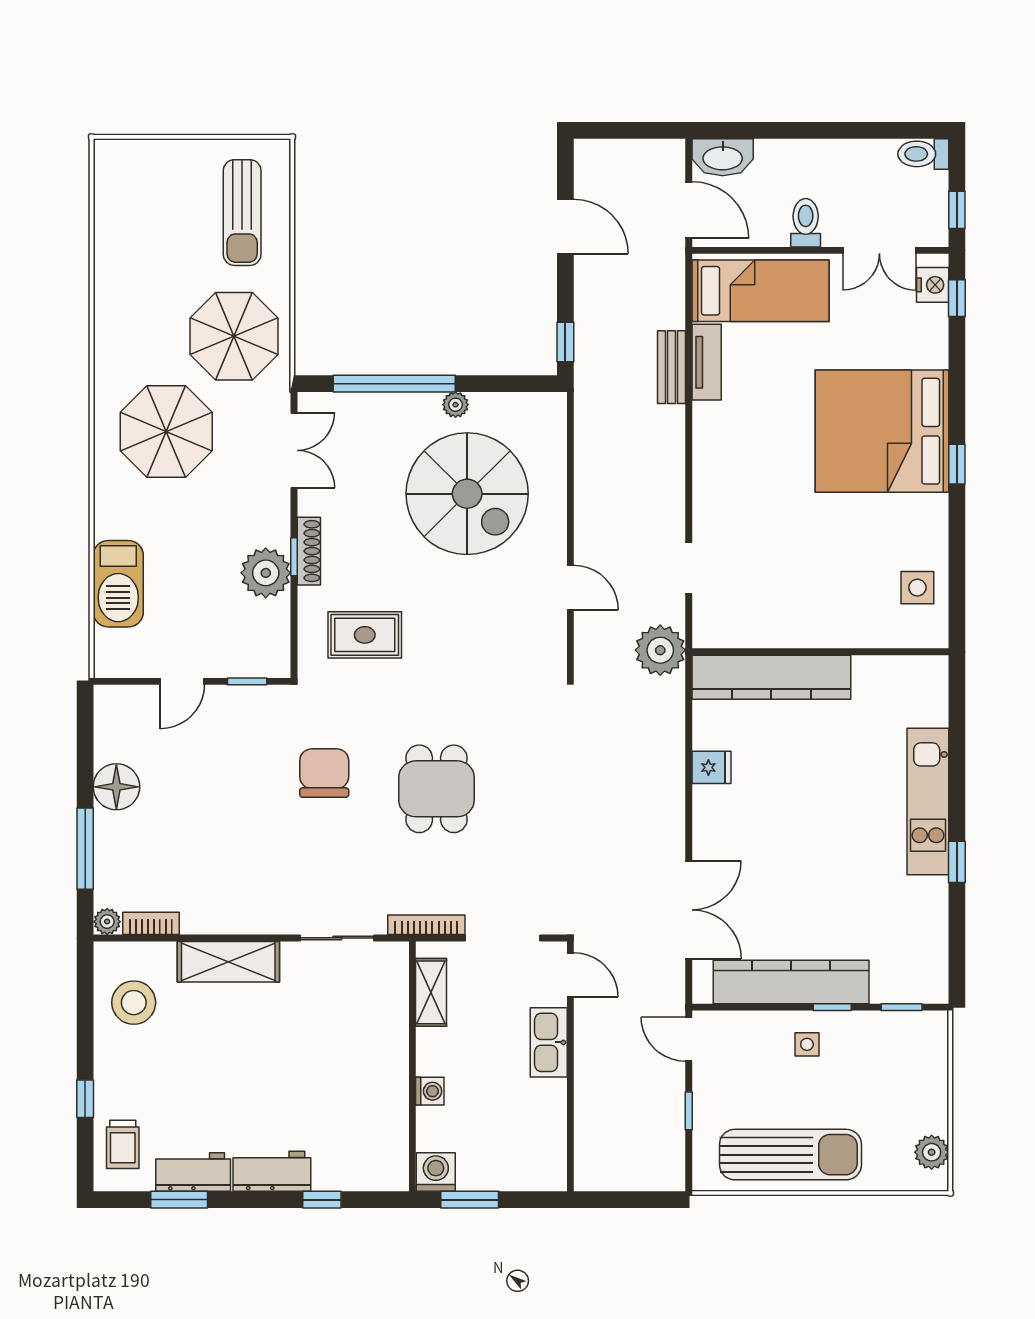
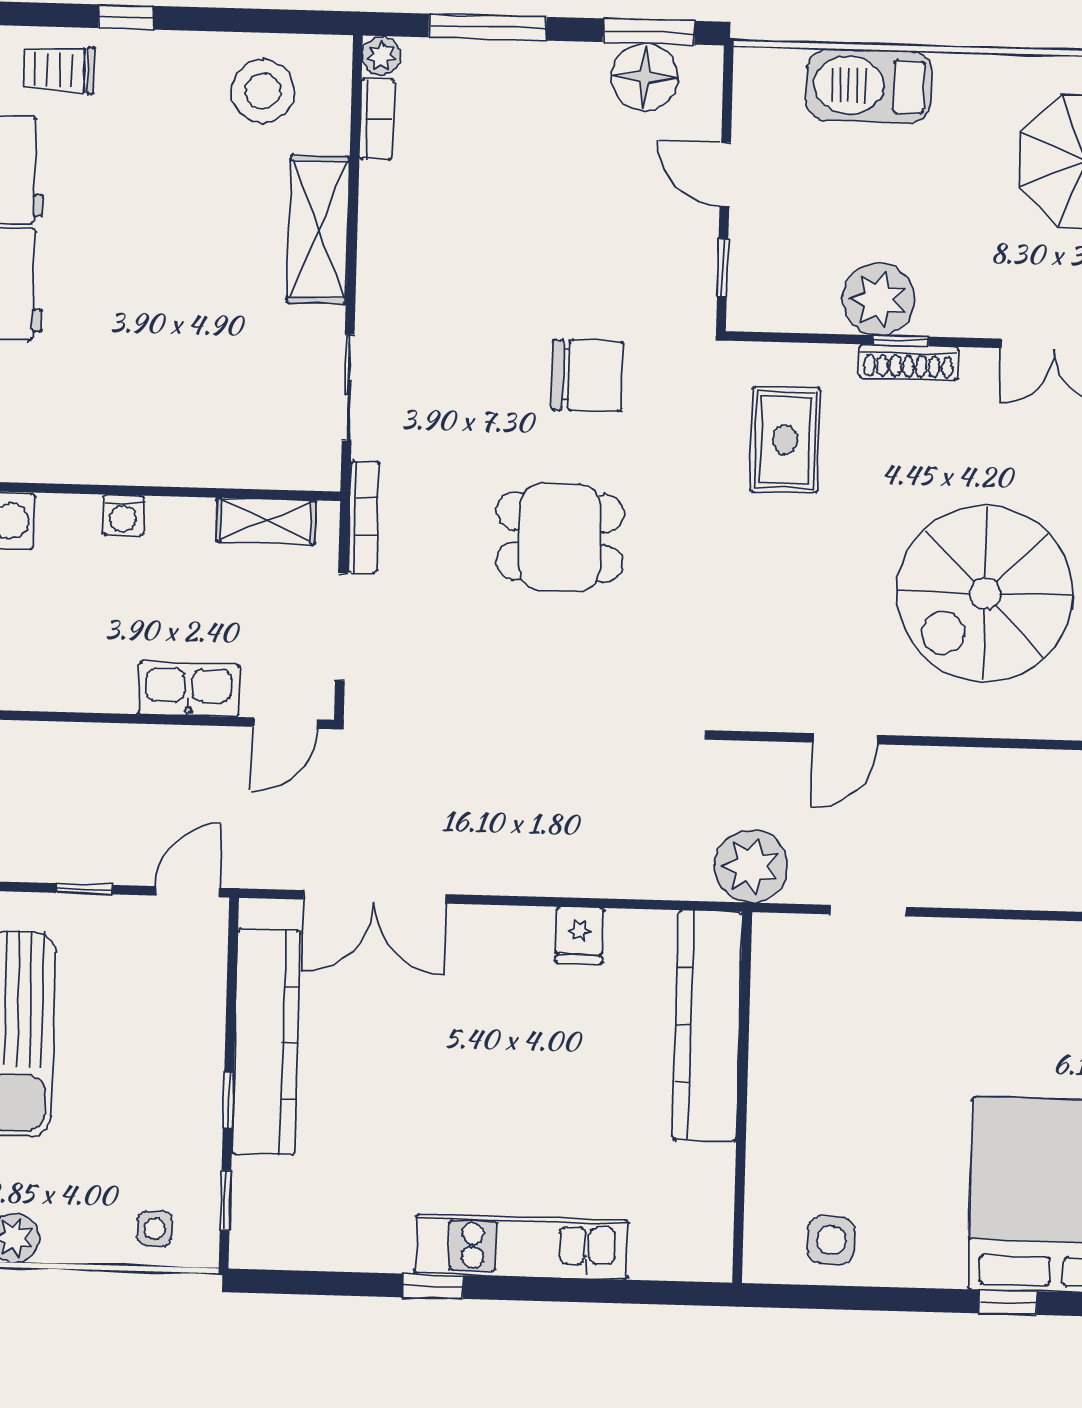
window: (85, 737) -> (649, 32), added
floor lamp: (116, 787) -> (645, 77), moved
side table: (807, 1044) -> (155, 1229), moved

